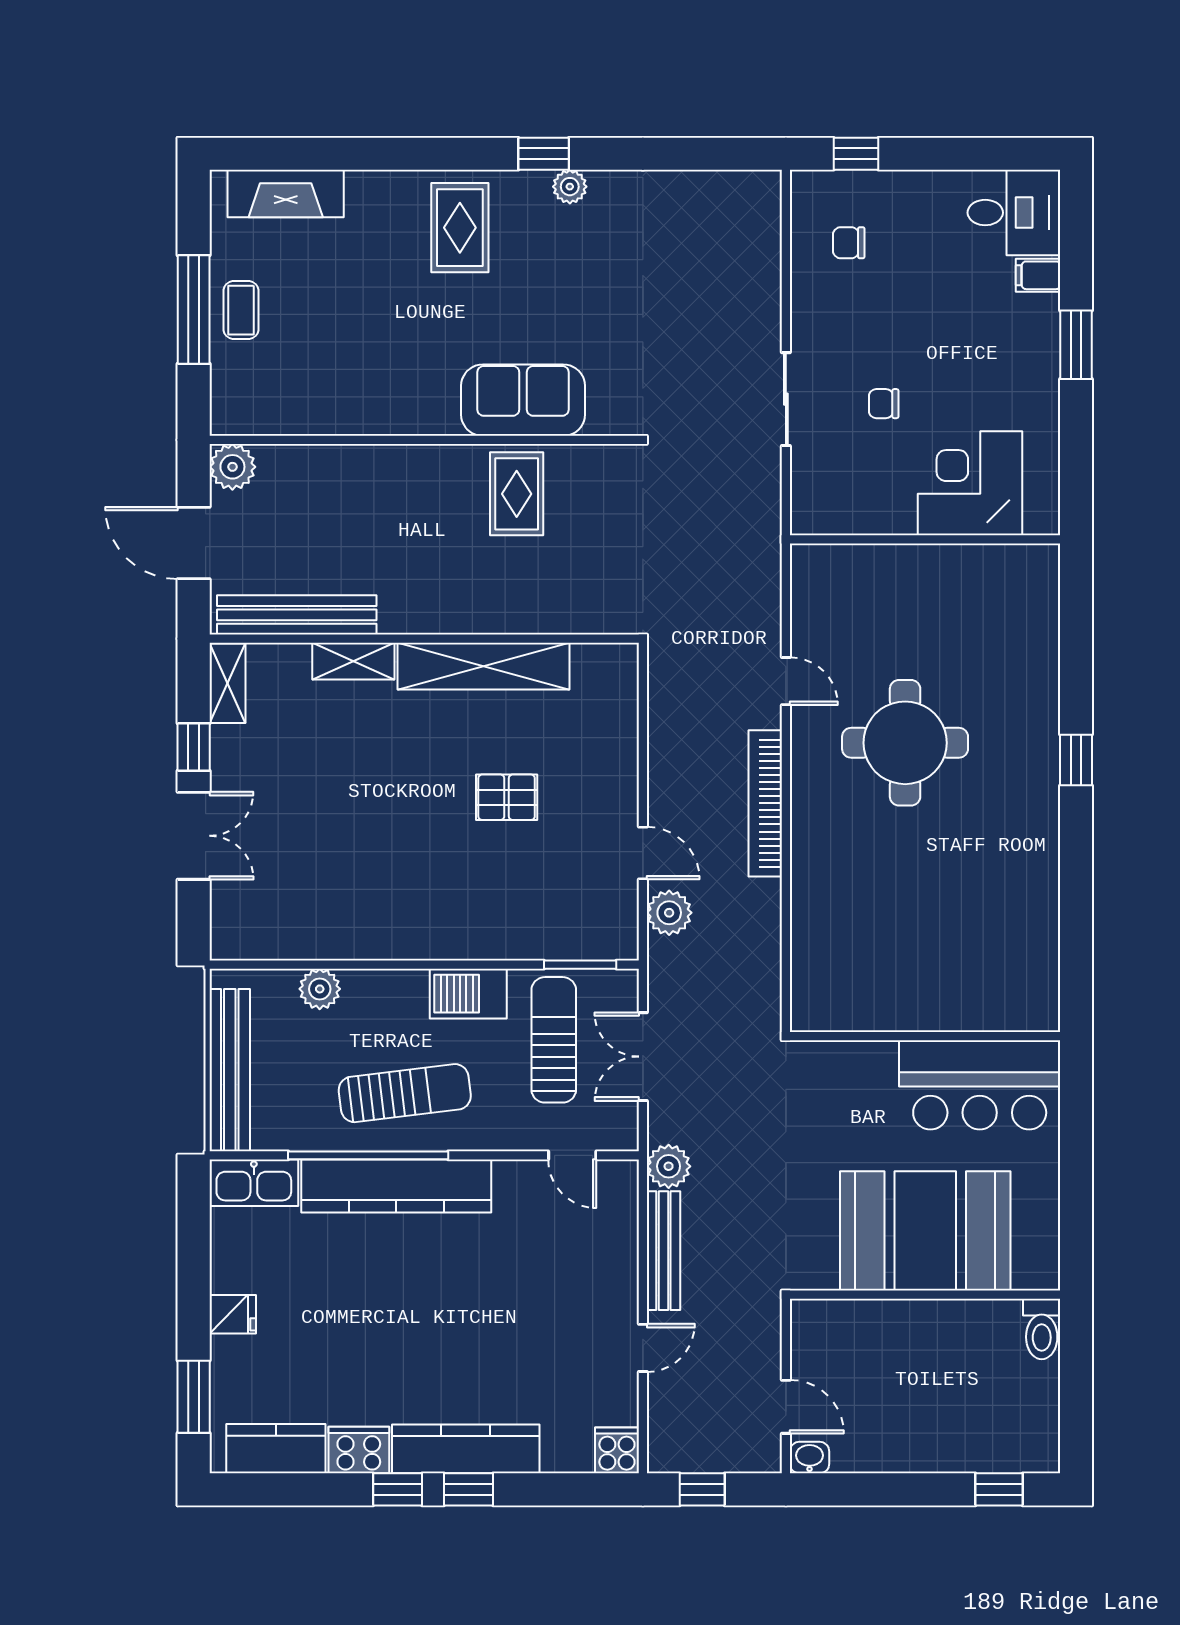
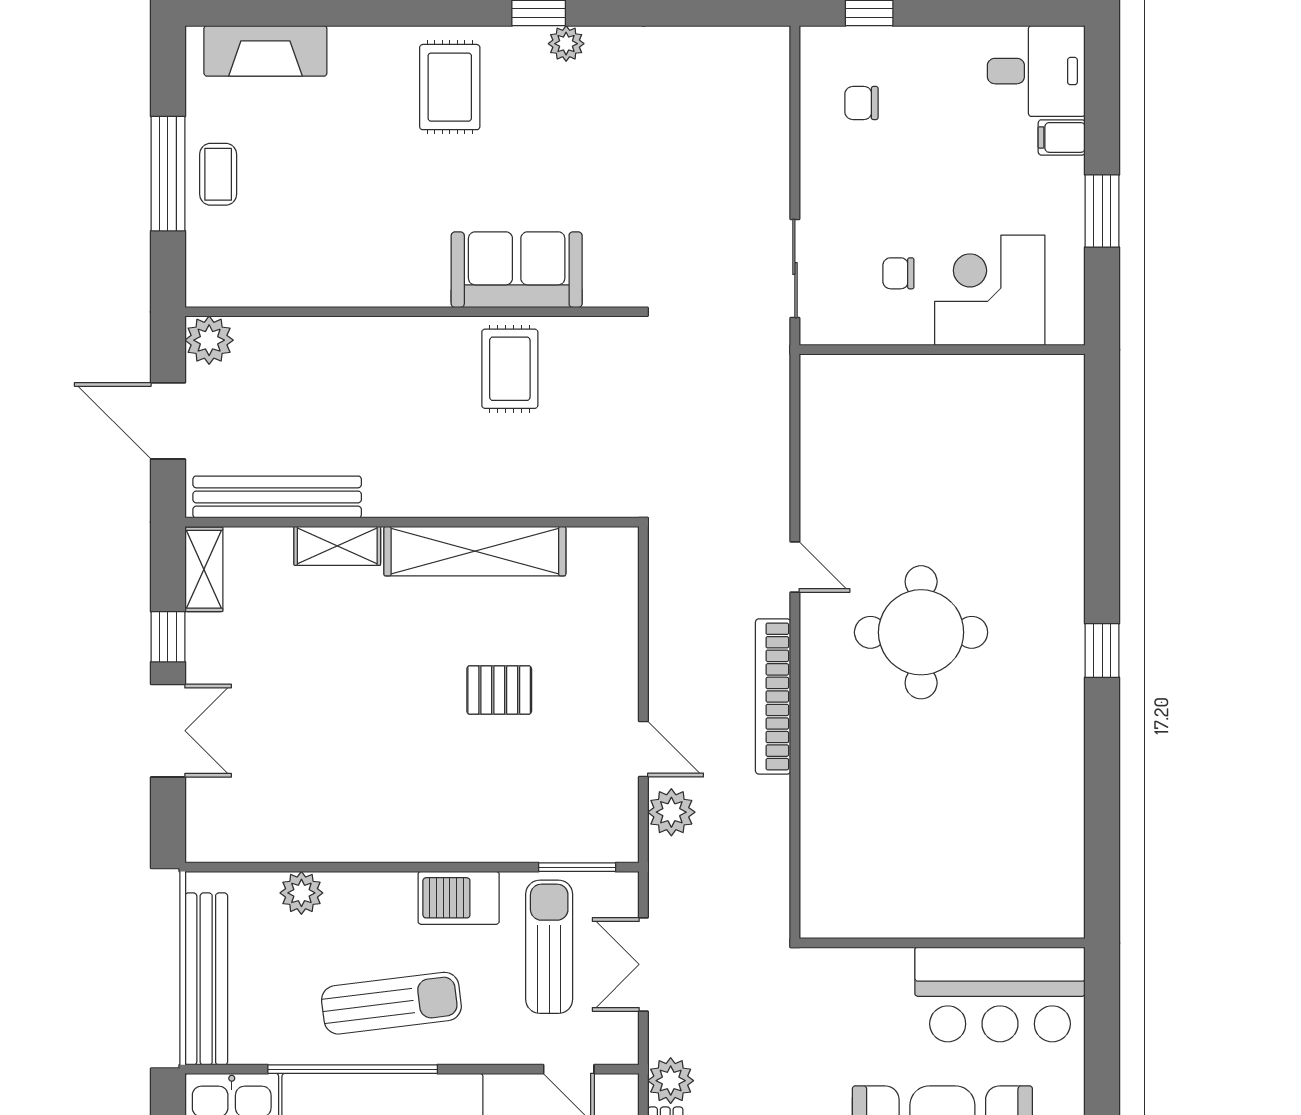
corner desk: (970, 483) -> (990, 290), moved
wall: (925, 539) -> (942, 350), moved

